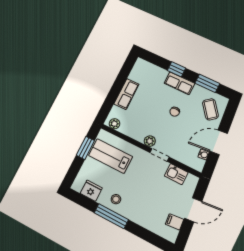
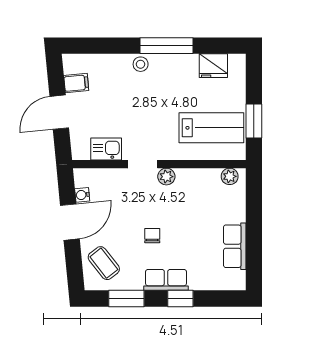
row of seats: (126, 94) -> (235, 246), moved
stool: (116, 199) -> (141, 64), moved

